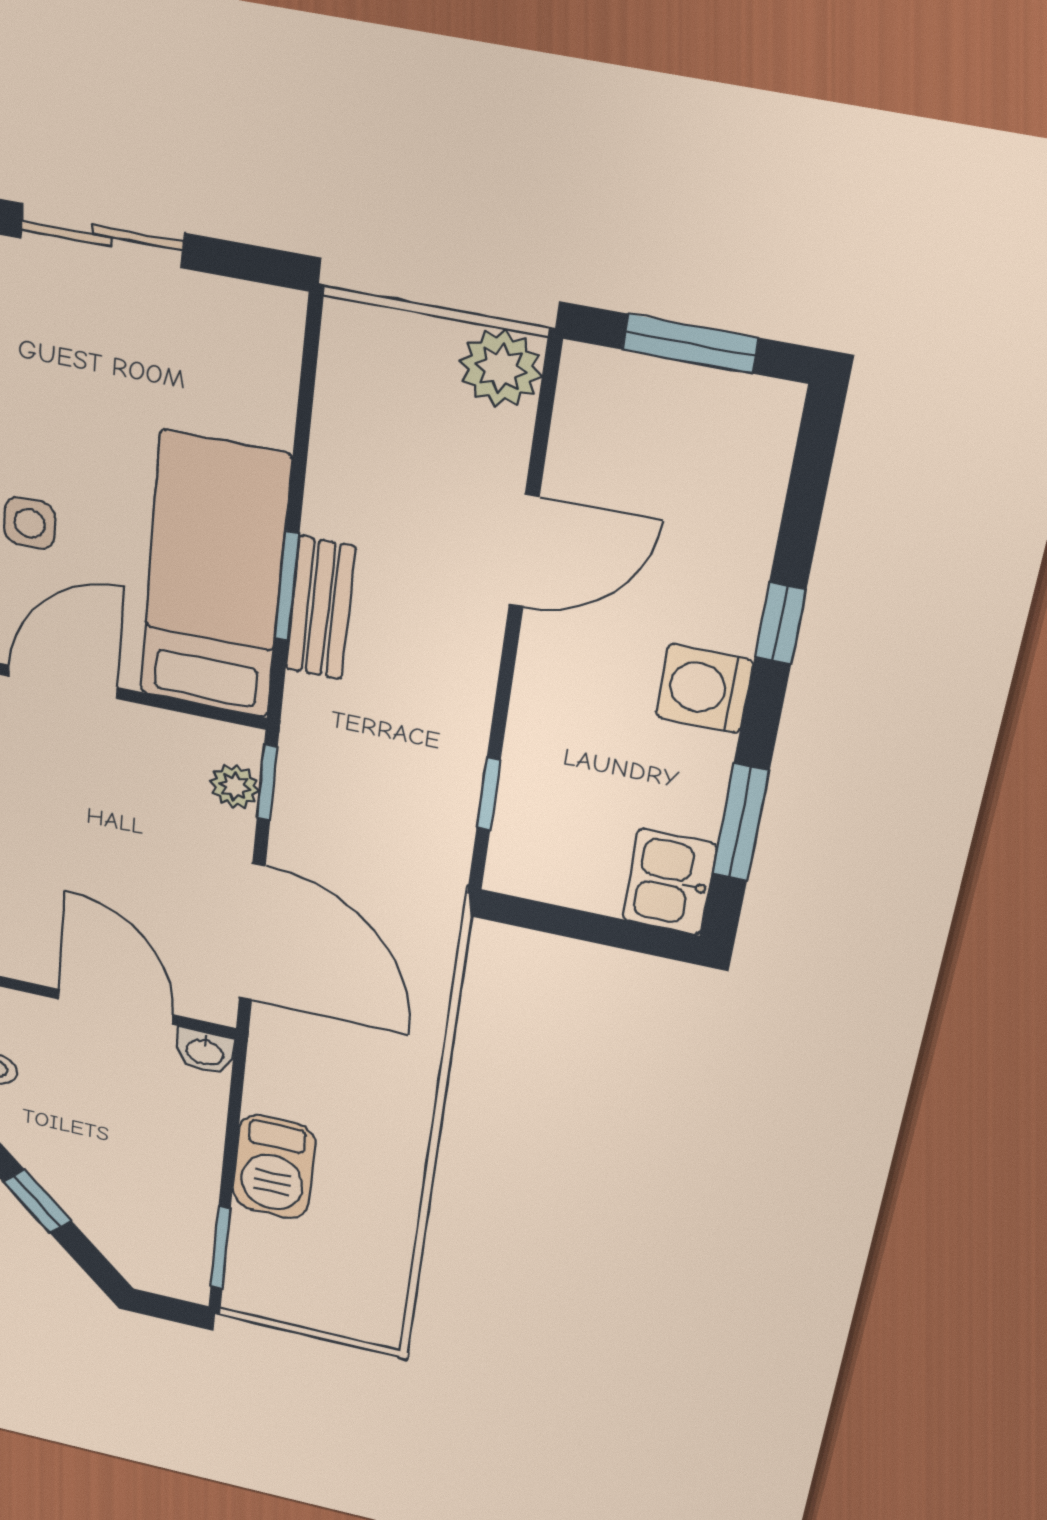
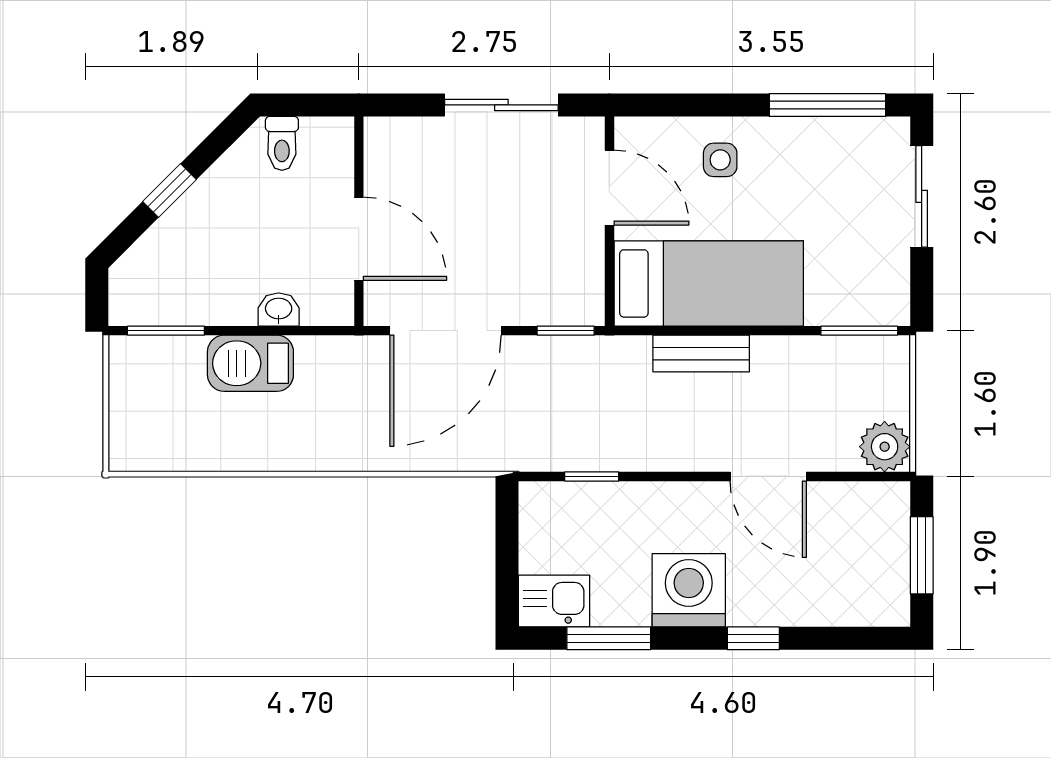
window: (287, 586) -> (859, 331), moved
washing machine: (704, 689) -> (689, 590), width x1.37, depth x1.37
plant: (235, 786) -> (557, 309), removed
door: (115, 1007) -> (359, 239), hinge flipped
washbasin: (205, 1051) -> (279, 309), moved, turned 90

